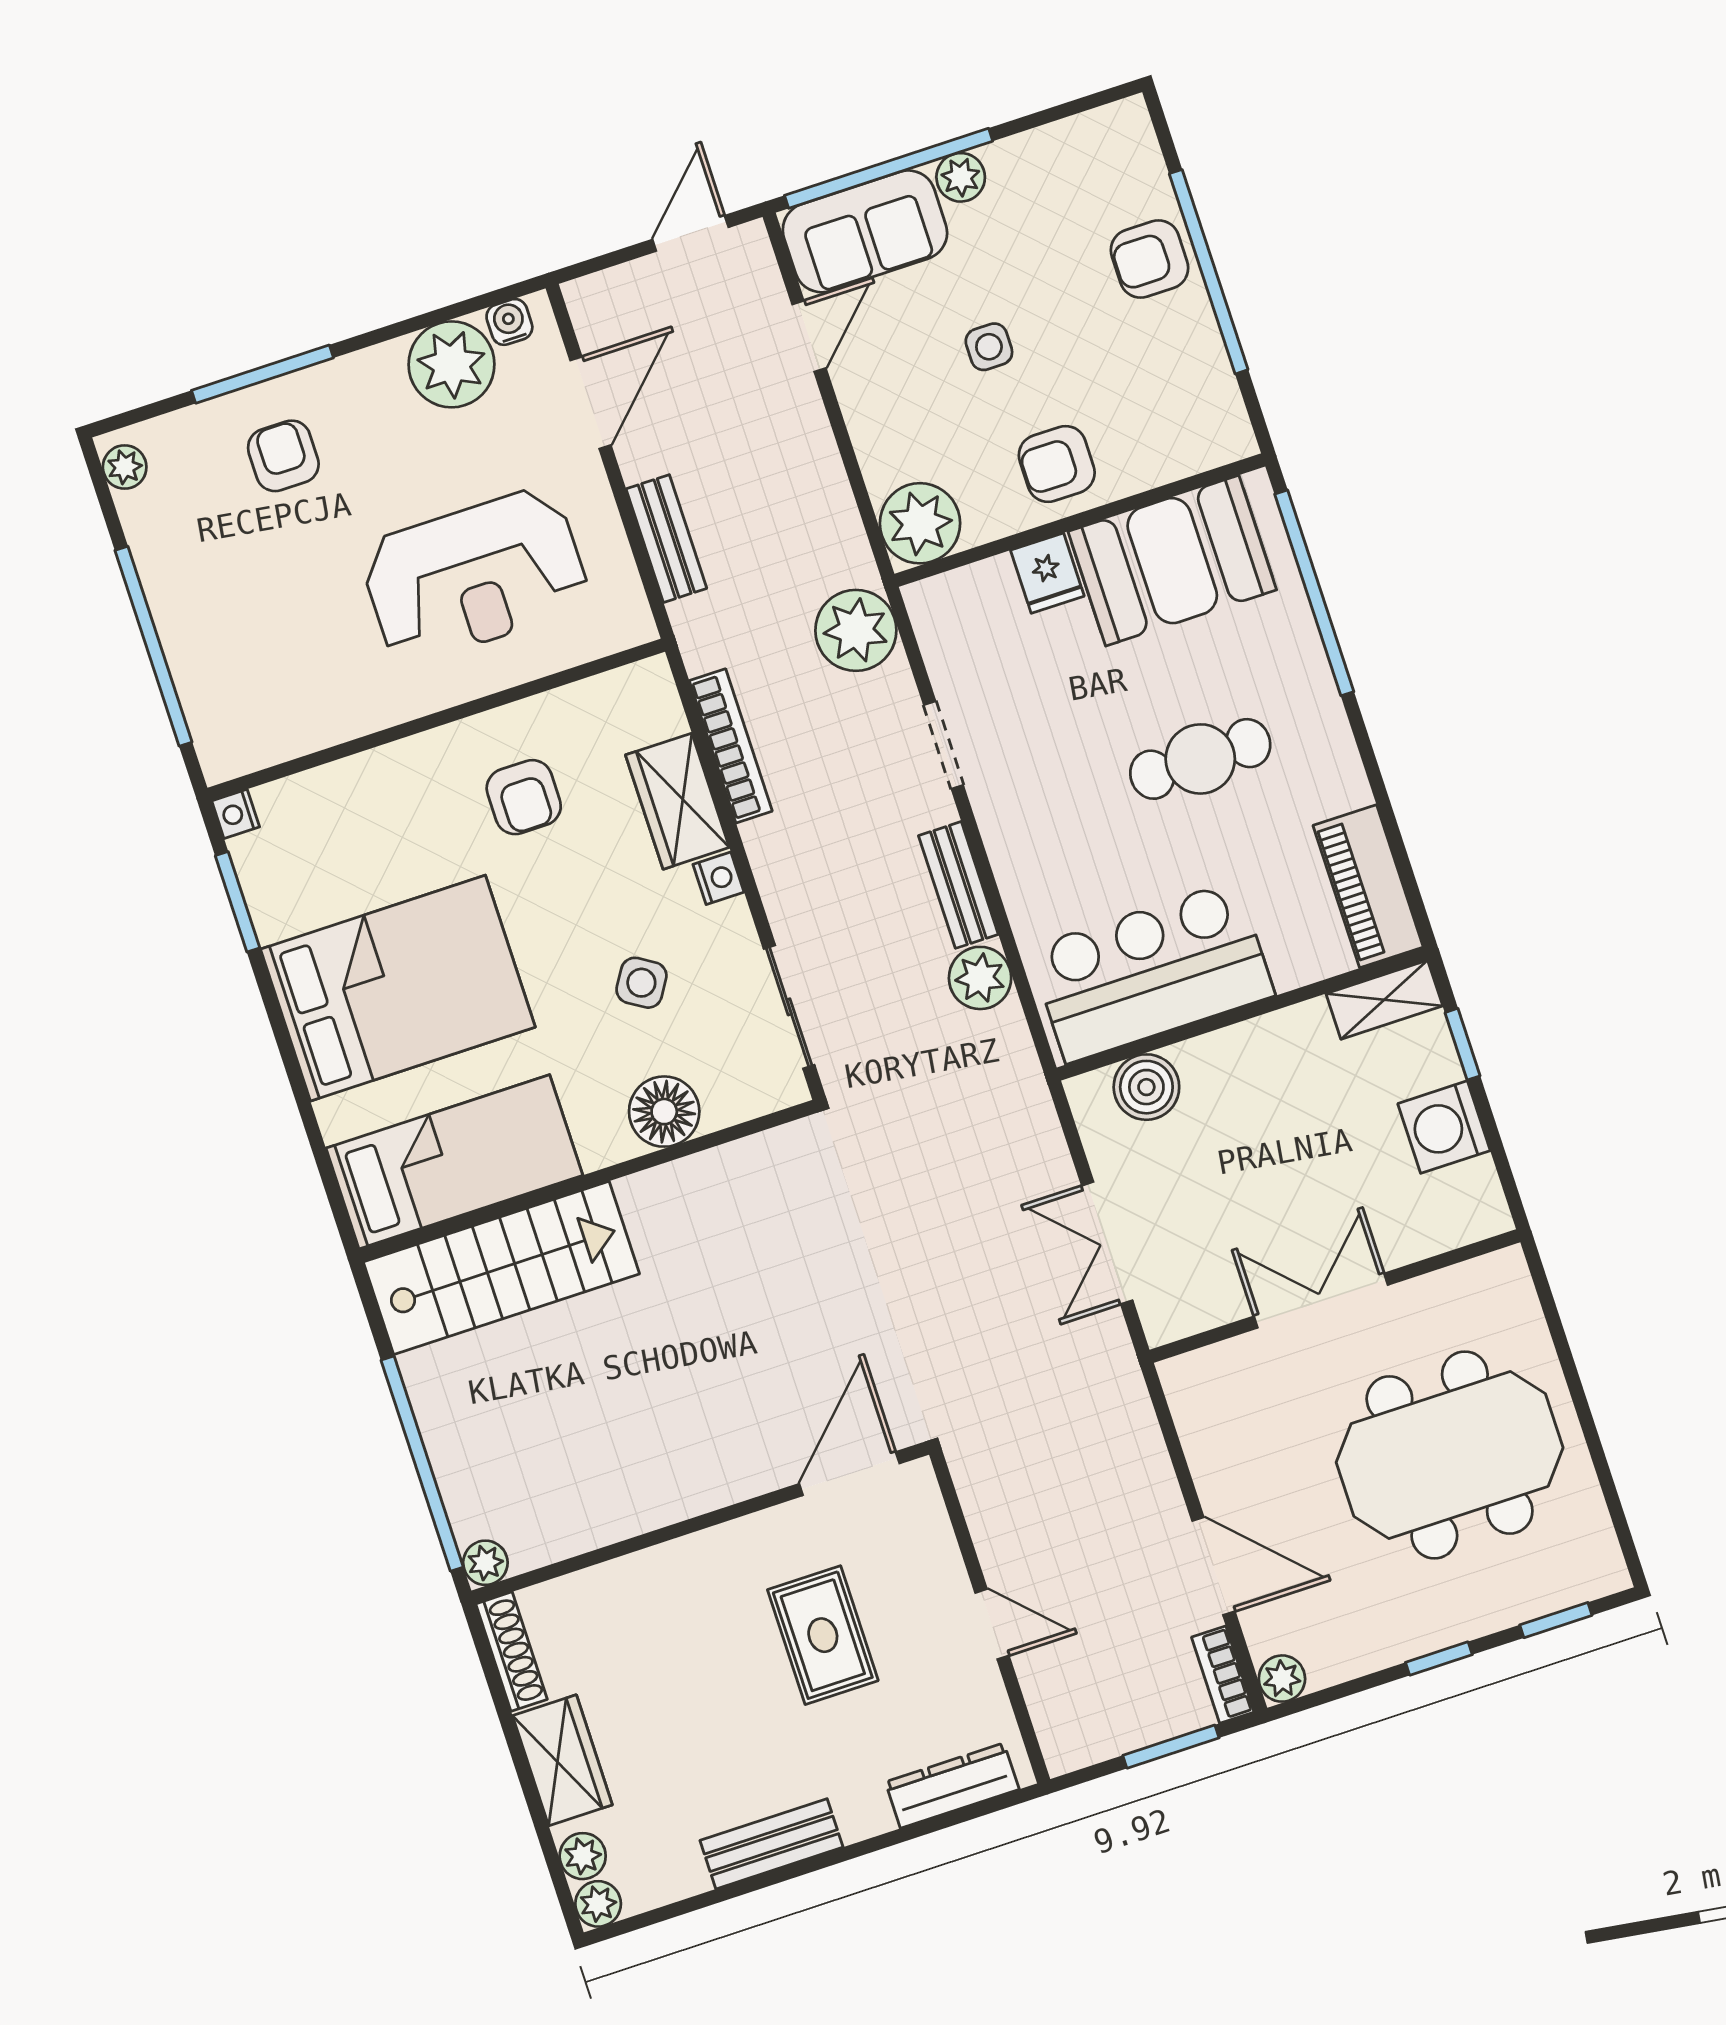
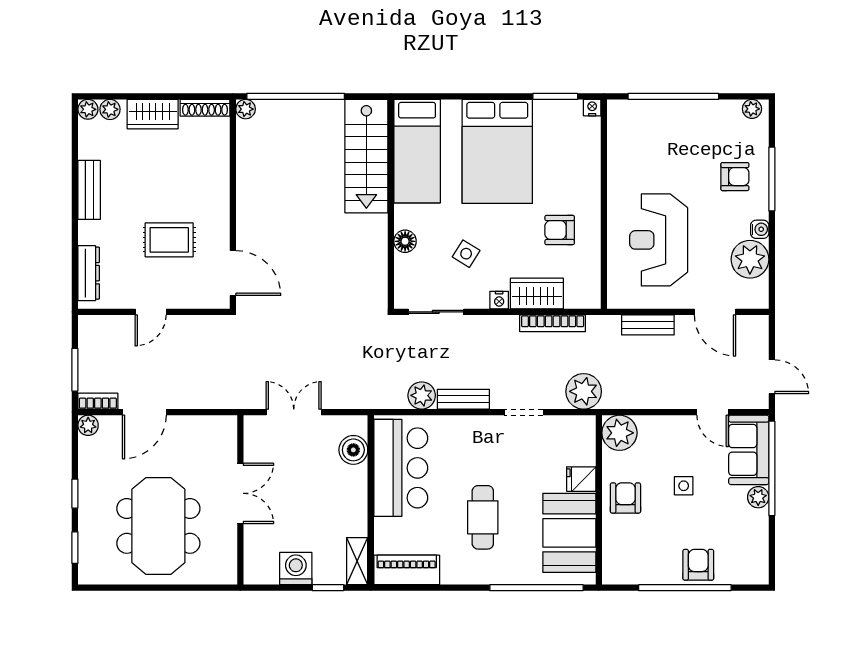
water cooler: (509, 322) -> (760, 229), moved
floor lamp: (664, 1112) -> (405, 241), width x0.73, depth x0.73

